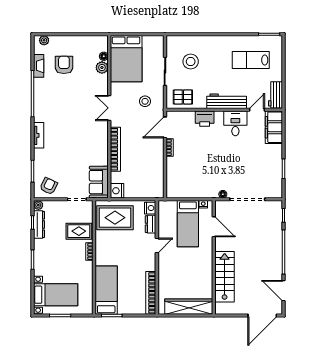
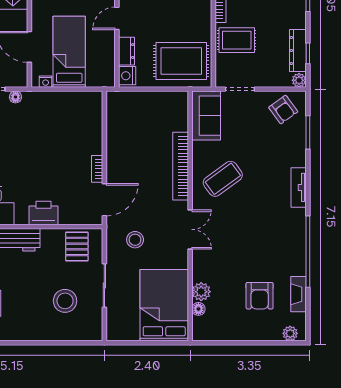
pallet: (183, 97) -> (77, 246), turned 90
coffee table: (88, 141) -> (223, 179), added
armchair: (49, 186) -> (283, 110), turned -62
nightstand: (117, 191) -> (178, 102), removed

